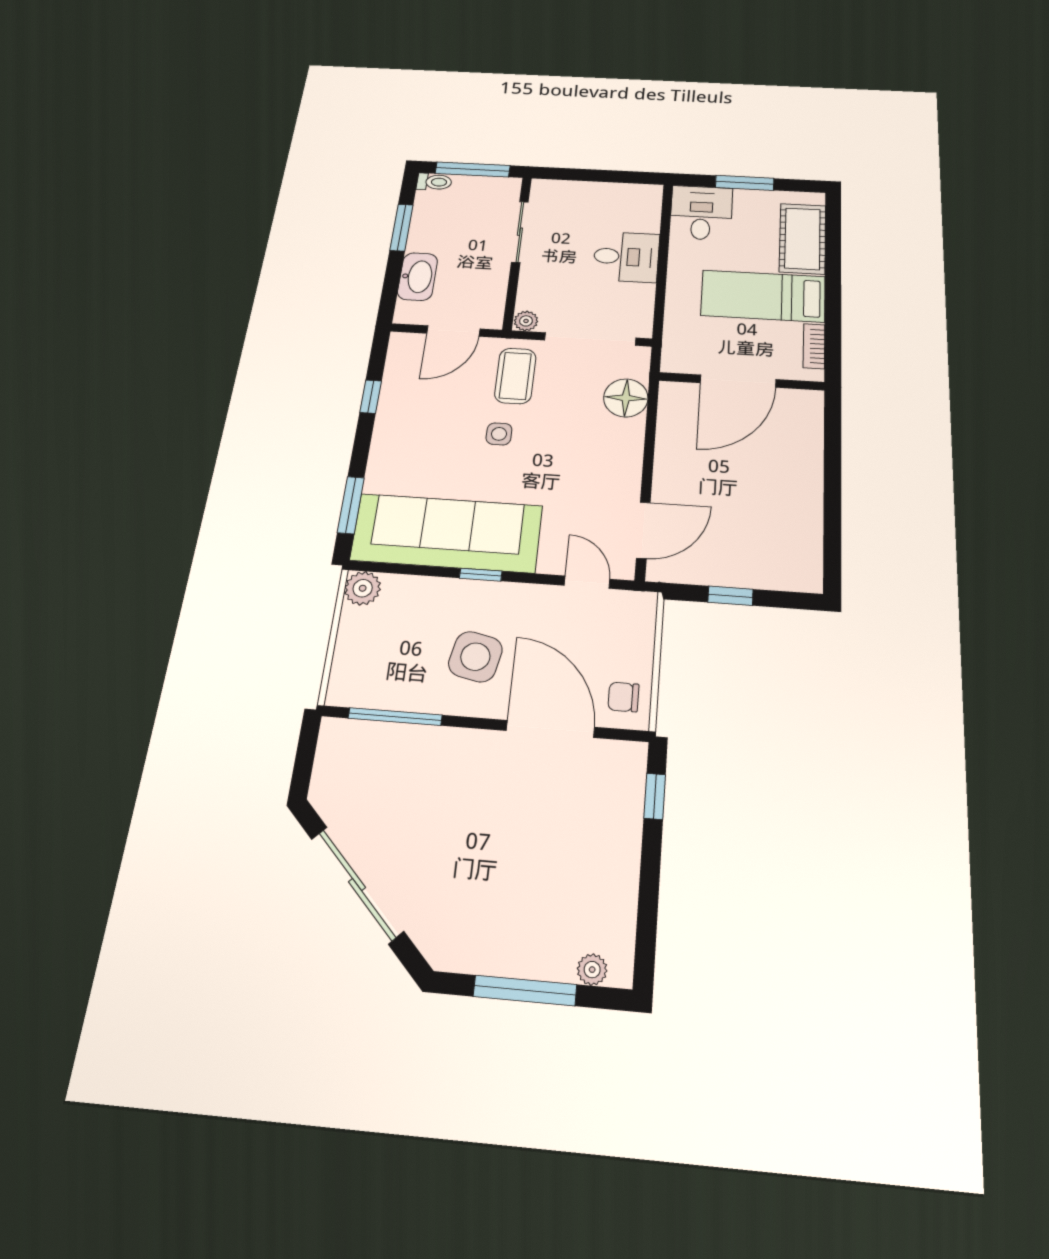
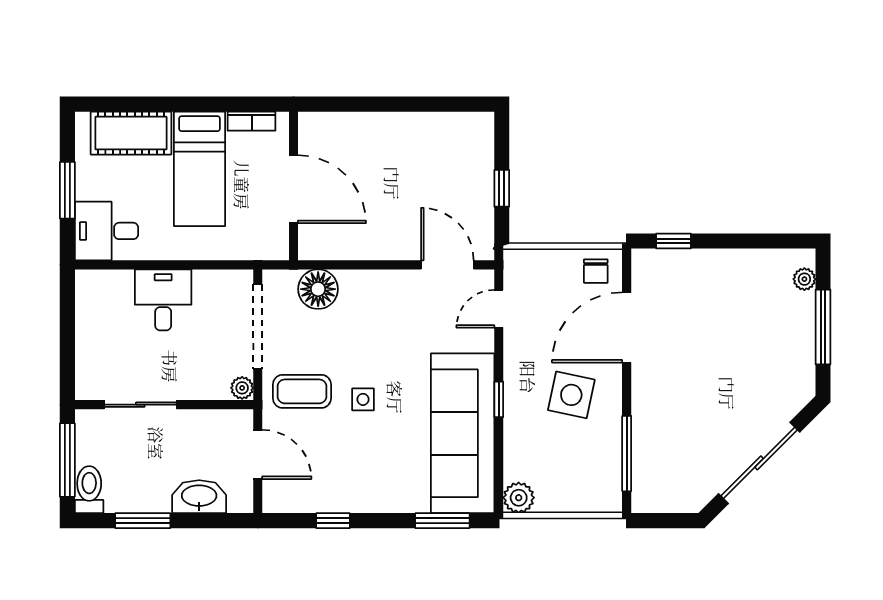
toilet: (434, 182) -> (89, 490), width x1.37, depth x1.39

